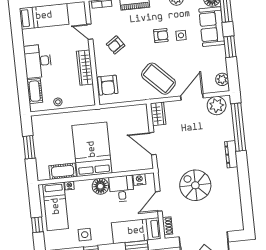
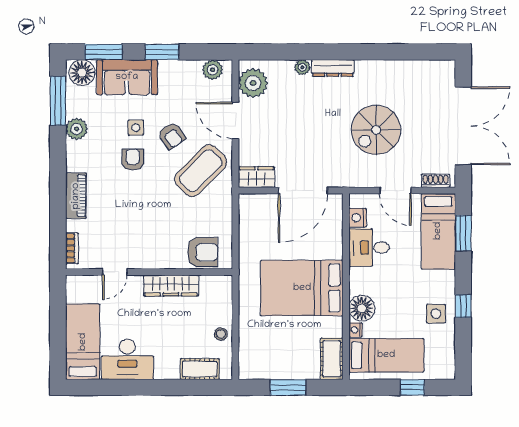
armchair: (116, 45) -> (172, 136), moved
desk: (38, 61) -> (127, 359), moved
window: (238, 127) -> (291, 52), removed
plant: (230, 135) -> (302, 67), added
door: (153, 144) -> (303, 191), width x1.36
cot: (63, 171) -> (332, 359), moved
floor lamp: (100, 186) -> (362, 308), moved

